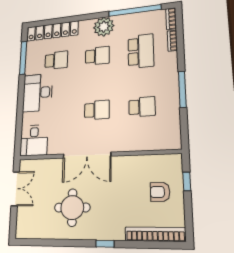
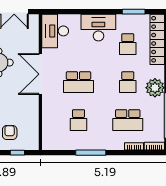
window: (23, 58) -> (134, 12), width x0.69
school desk: (97, 110) -> (78, 82), width x1.85
desk: (34, 140) -> (55, 31), width x1.37

